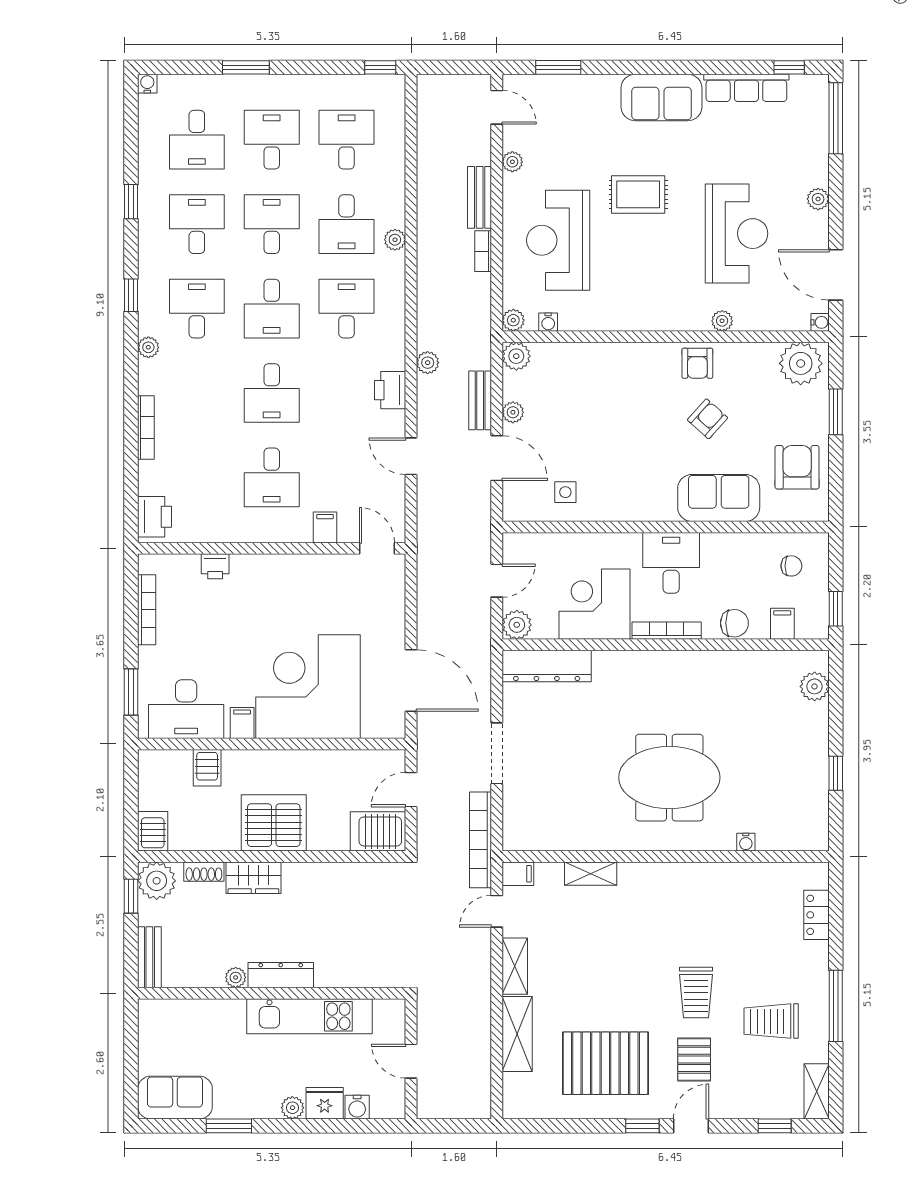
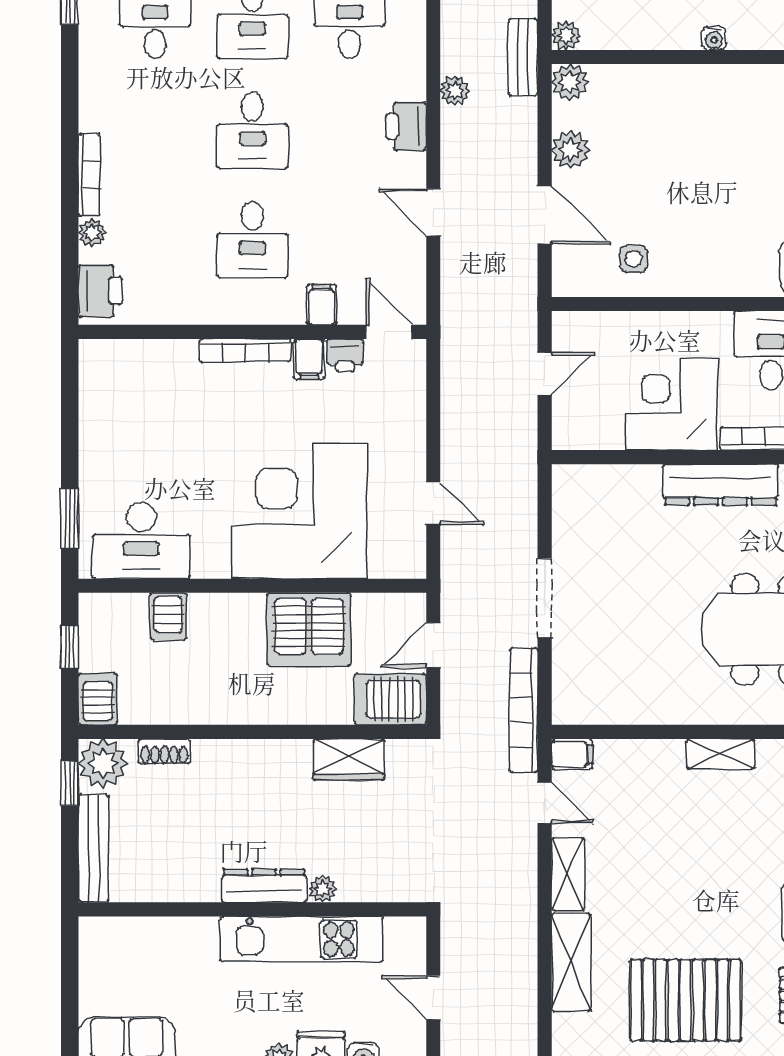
water cooler: (548, 322) -> (714, 38), moved
plant: (148, 347) -> (92, 233), moved
bench: (480, 400) -> (523, 57), moved
plant: (513, 412) -> (571, 150), width x1.38, depth x1.38
printer: (215, 566) -> (345, 355), moved
bookcase: (147, 610) -> (245, 350), moved, turned 90
plant: (517, 625) -> (571, 431), removed
dresser: (547, 666) -> (720, 485), moved
door: (411, 681) -> (433, 503), width x0.53
filing cabinet: (242, 723) -> (309, 359), moved, turned 180
window: (131, 791) -> (70, 647), added
server rack: (274, 823) -> (309, 629), moved, turned 180
shelving: (591, 874) -> (720, 754), moved
wardrobe: (253, 878) -> (349, 759), moved
door: (497, 911) -> (545, 803), swing flipped
bench: (149, 957) -> (94, 848), width x1.36
plant: (236, 977) -> (323, 889), moved

